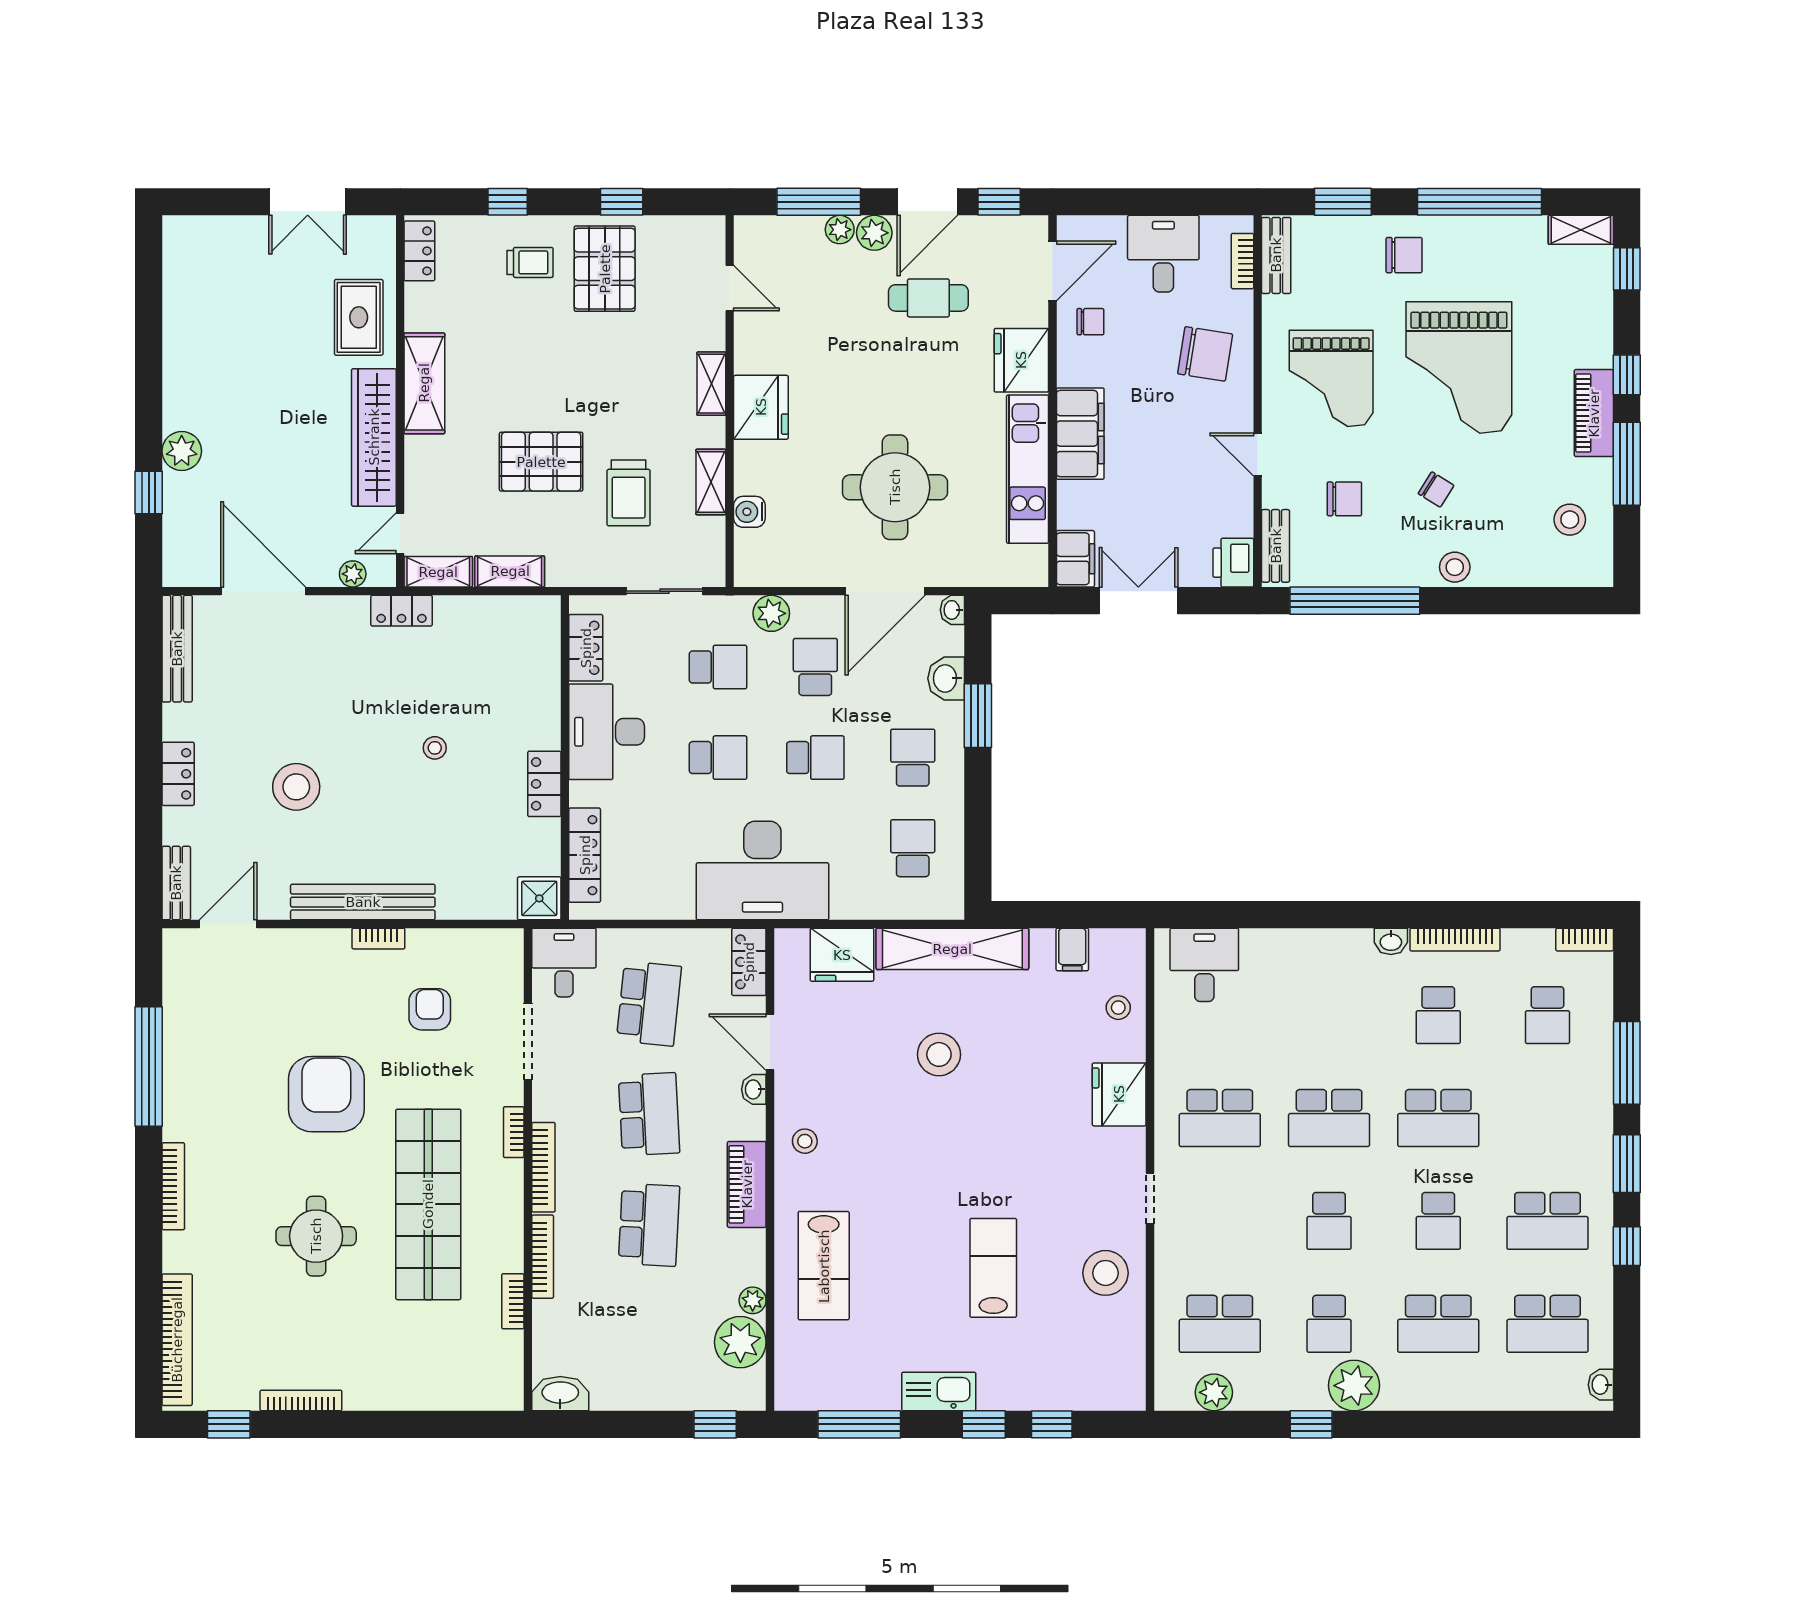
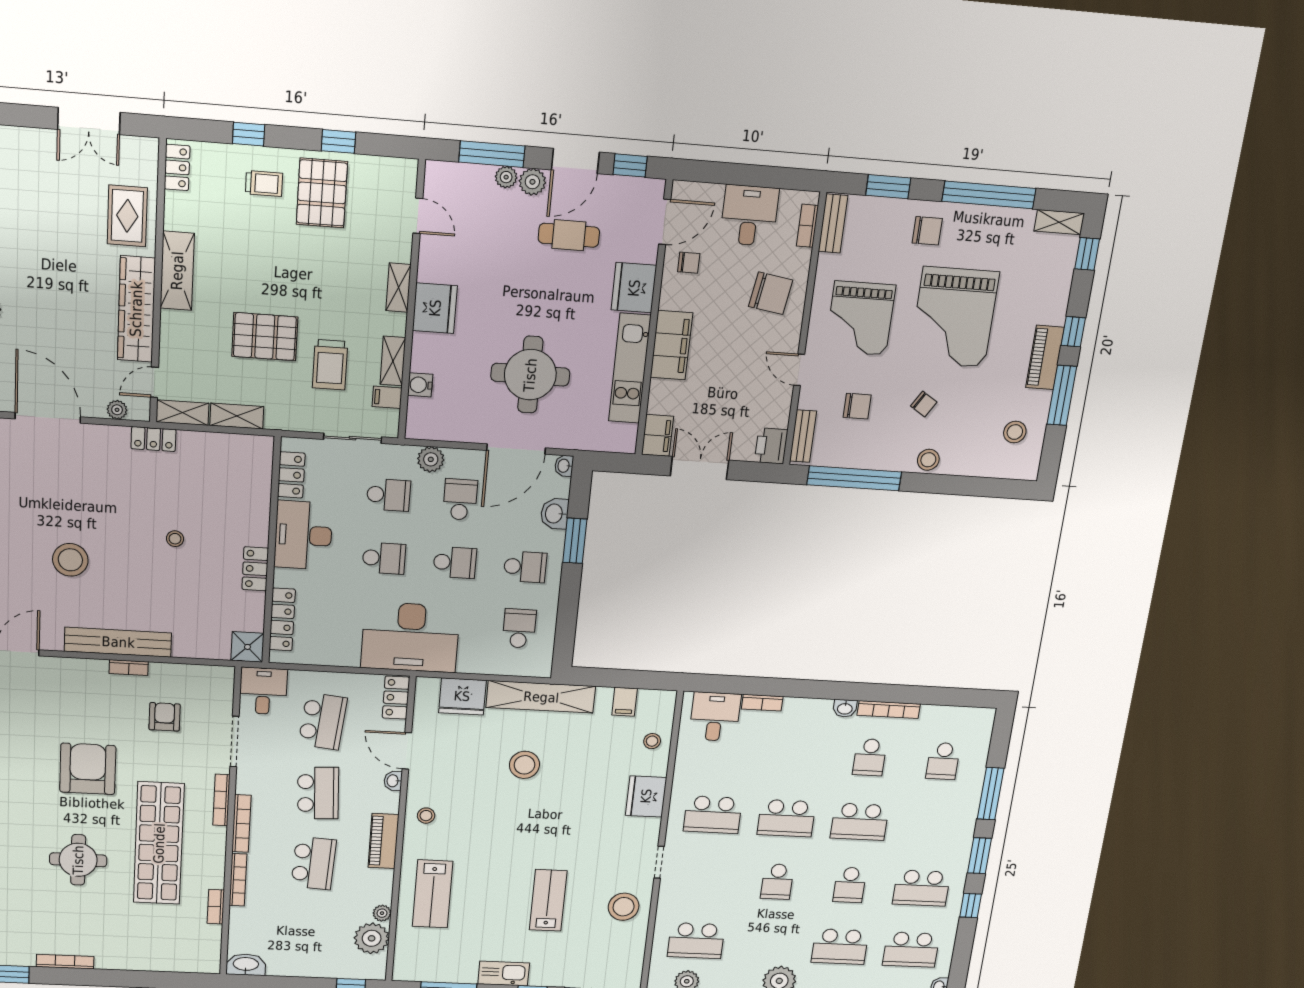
filing cabinet: (707, 532) -> (387, 397), added
school desk: (913, 758) -> (525, 567), turned 90
bookcase: (1585, 940) -> (762, 703), moved
bookcase: (514, 1132) -> (221, 800), width x1.56
school desk: (1329, 1324) -> (768, 944), removed

